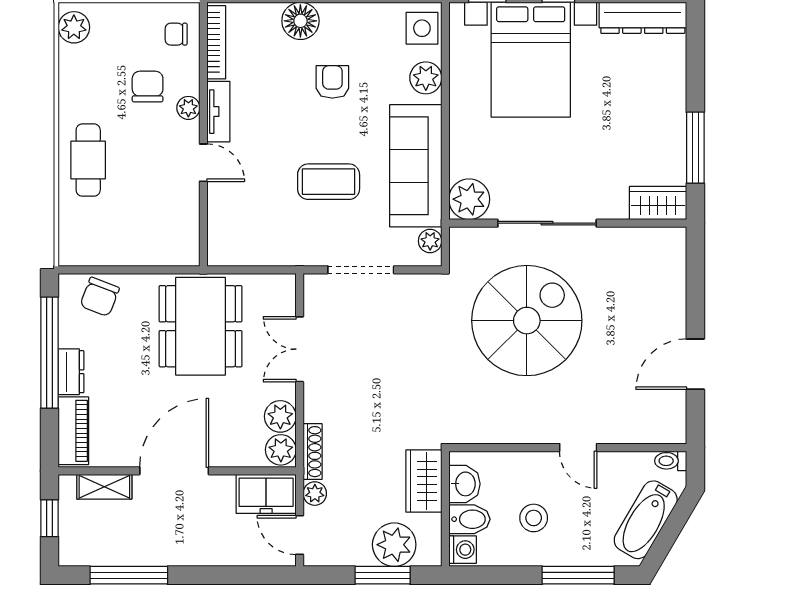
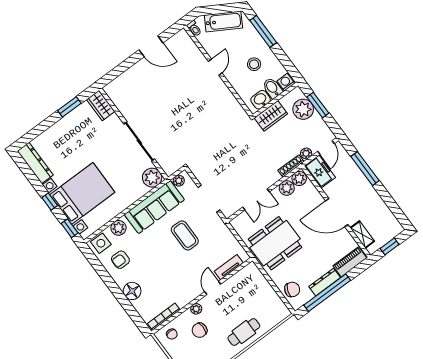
armchair: (332, 82) -> (120, 260), moved
tv unit: (218, 112) -> (229, 267), moved
window: (695, 148) -> (69, 107), width x0.69
spiral stairs: (527, 321) -> (182, 122), removed
dresser: (71, 372) -> (325, 282), width x1.44
window: (129, 575) -> (365, 169), moved

